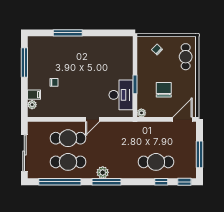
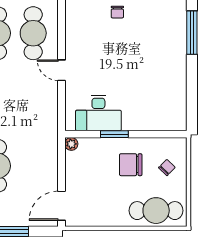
cafe table: (186, 57) -> (156, 211), width x1.37, depth x1.35
chair: (164, 90) -> (131, 165), moved, turned 180
door: (182, 119) -> (61, 206), swing flipped

